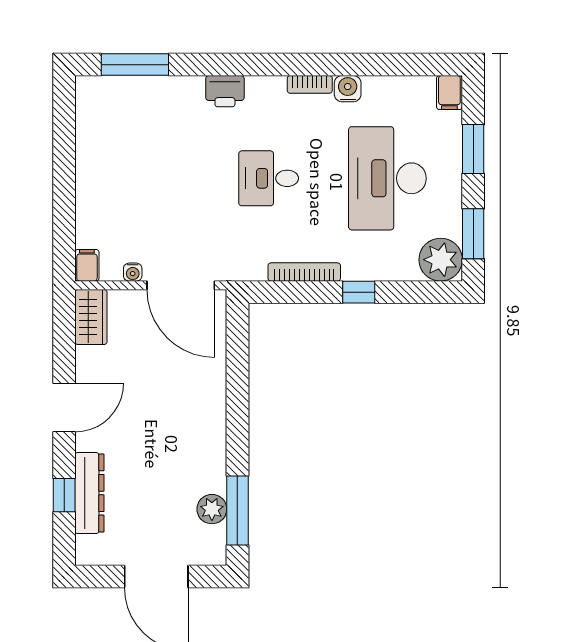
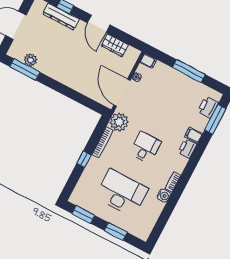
printer: (118, 93) -> (208, 107), added
filing cabinet: (449, 93) -> (194, 135), moved
window: (64, 171) -> (189, 71), added
plant: (441, 260) -> (119, 122), moved
door: (181, 285) -> (122, 93), hinge flipped
wardrobe: (91, 317) -> (115, 45), moved

